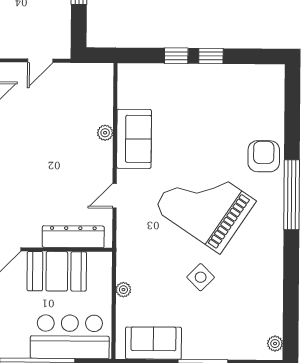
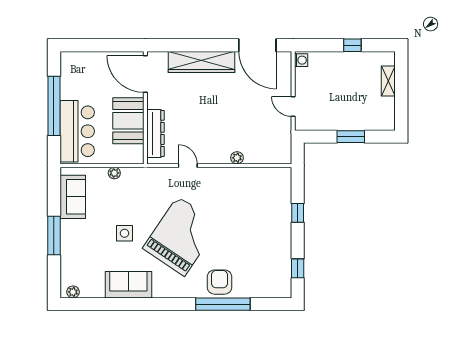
window: (211, 56) -> (298, 268), moved
sofa: (134, 139) -> (128, 285), moved, turned 180
armchair: (264, 156) -> (219, 282), turned -90
window: (292, 195) -> (223, 304), moved
side table: (201, 277) -> (124, 233), turned 45

